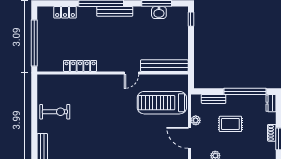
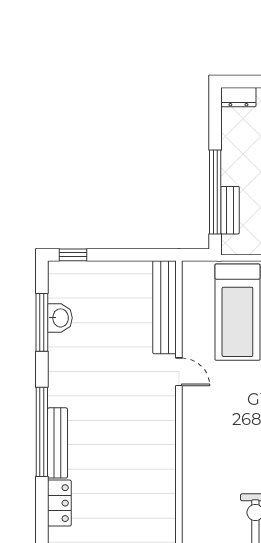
bench: (115, 11) -> (57, 443), moved
locker: (80, 66) -> (165, 473), removed
window: (245, 91) -> (215, 192), moved

